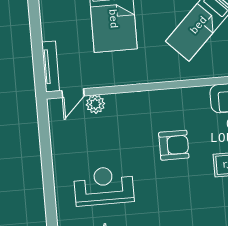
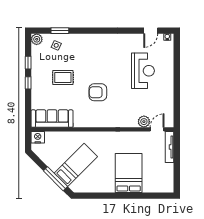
reception desk: (104, 186) -> (143, 71), turned -90

